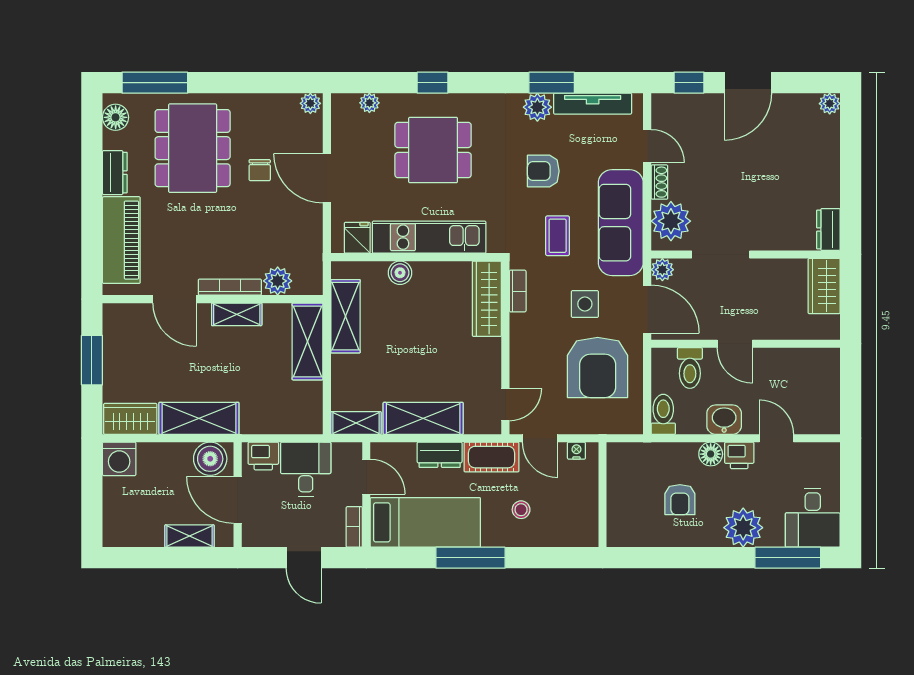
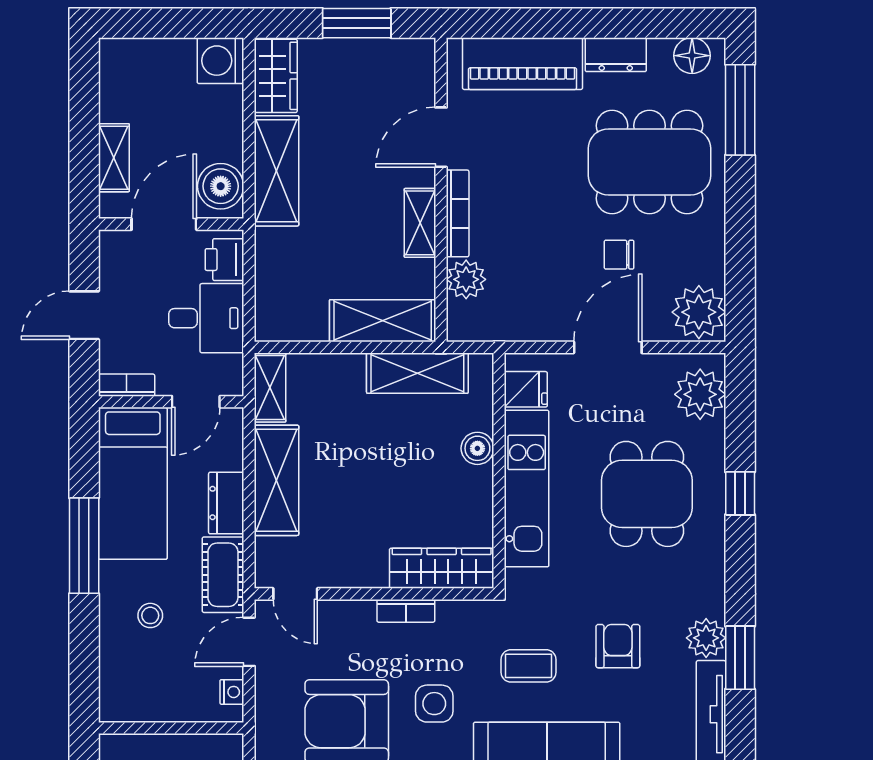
plant: (310, 103) -> (699, 312), width x1.88, depth x1.88
plant: (369, 103) -> (700, 394), width x1.88, depth x1.88
bookcase: (518, 291) -> (406, 611), moved

